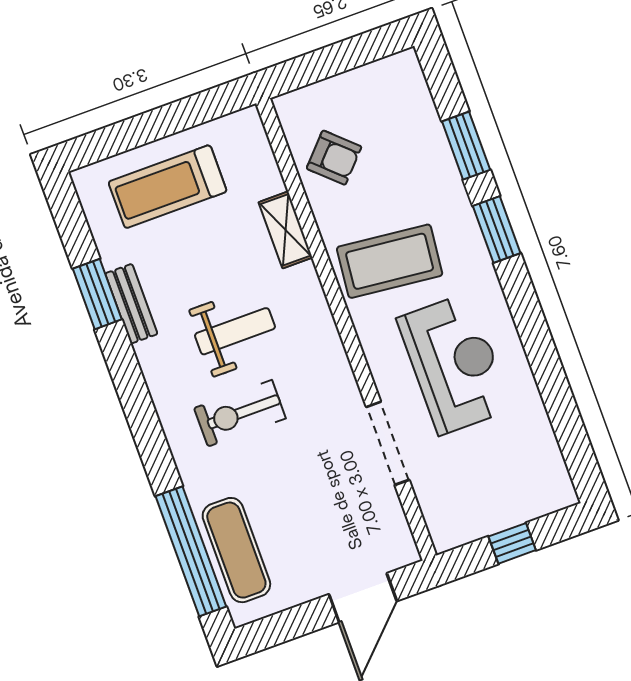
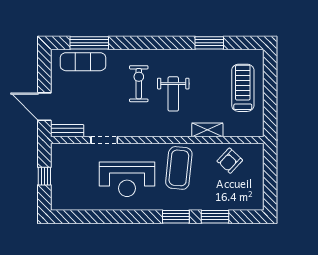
bench: (131, 304) -> (67, 131), moved
doorway: (388, 443) -> (104, 140), width x0.73
window: (191, 551) -> (89, 43), width x0.68

